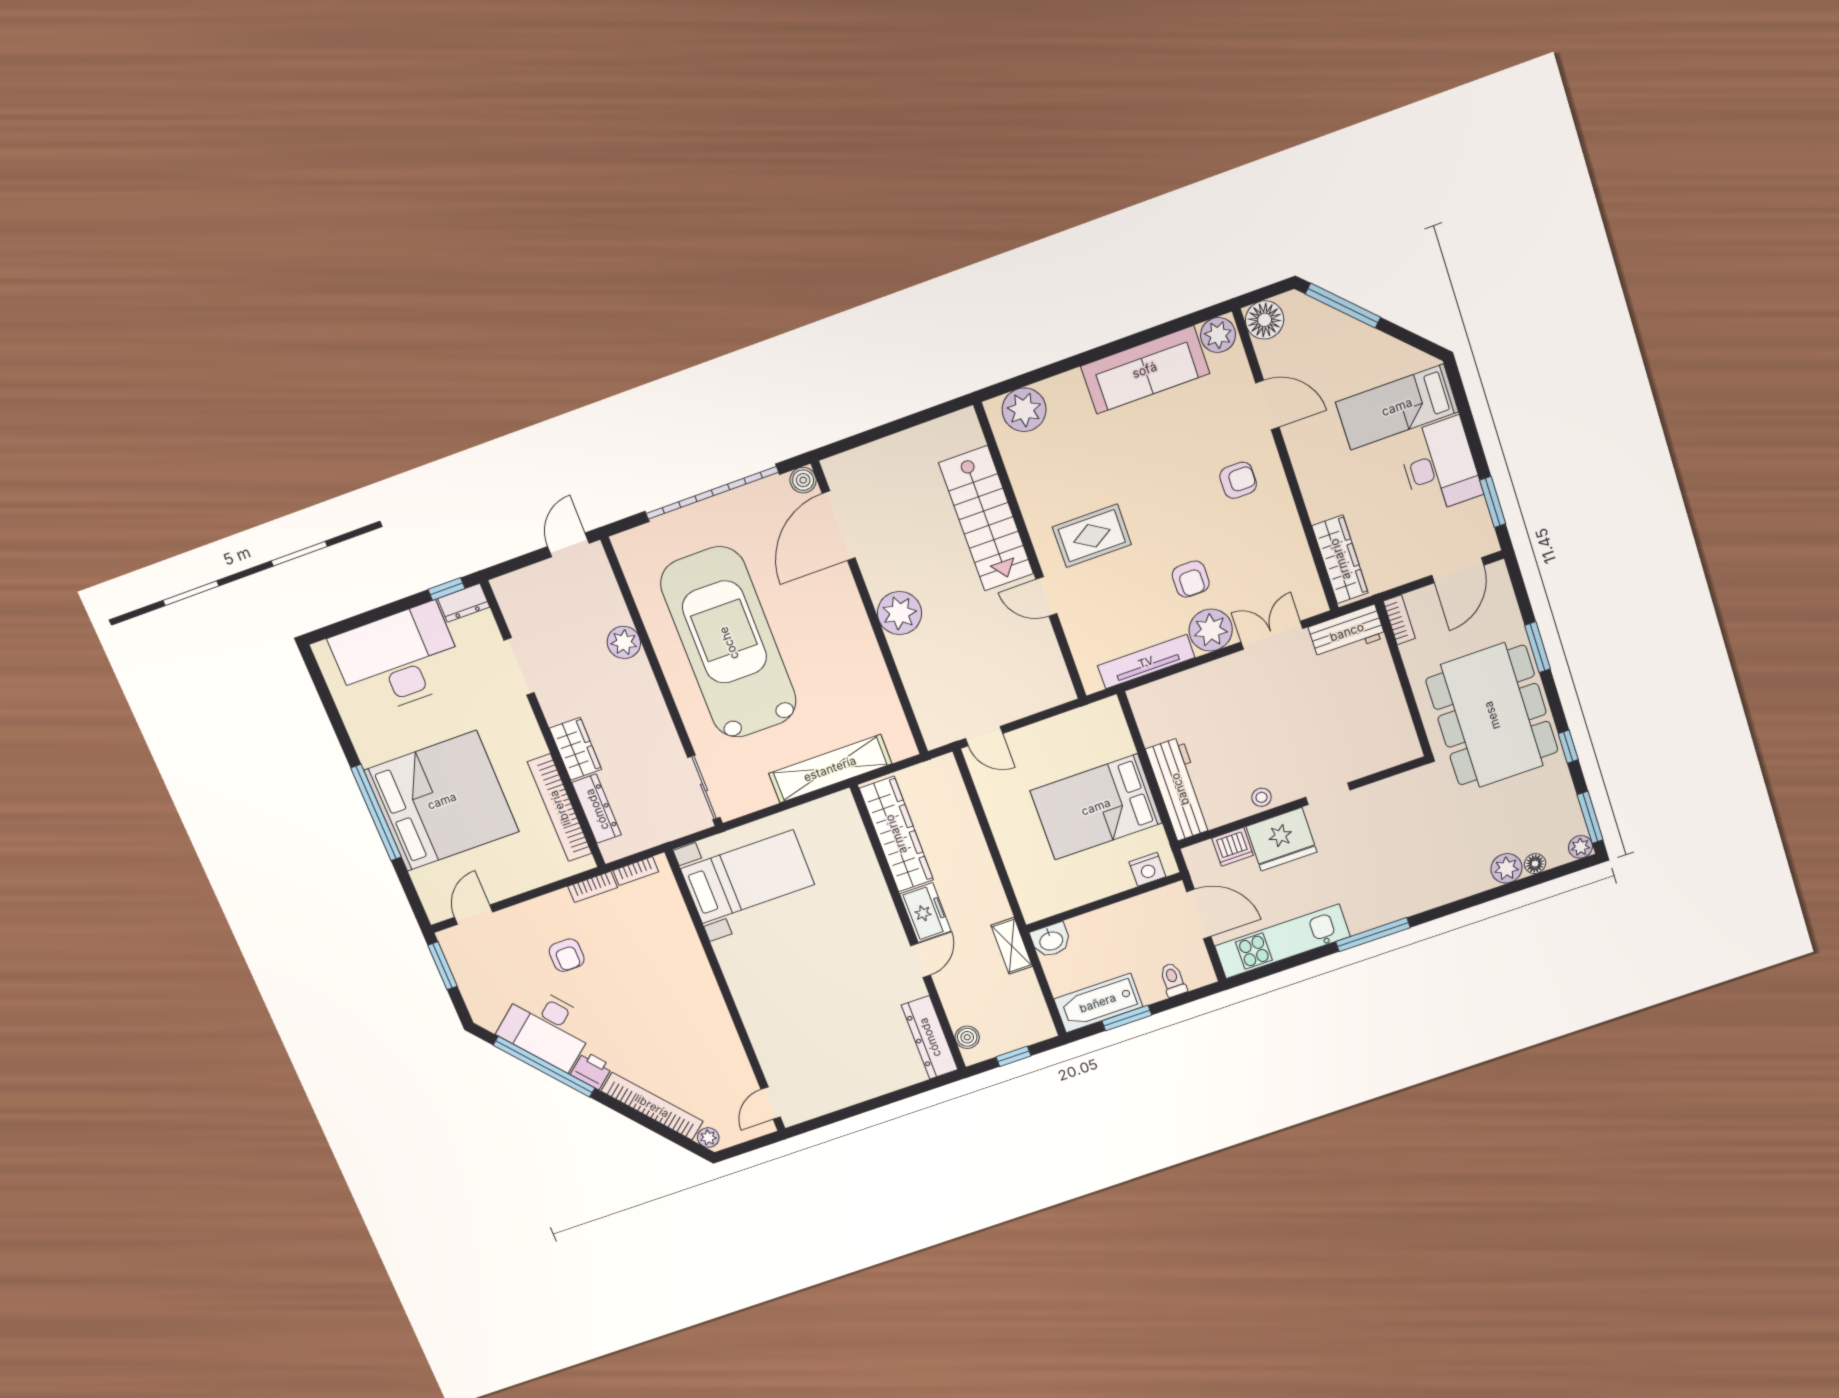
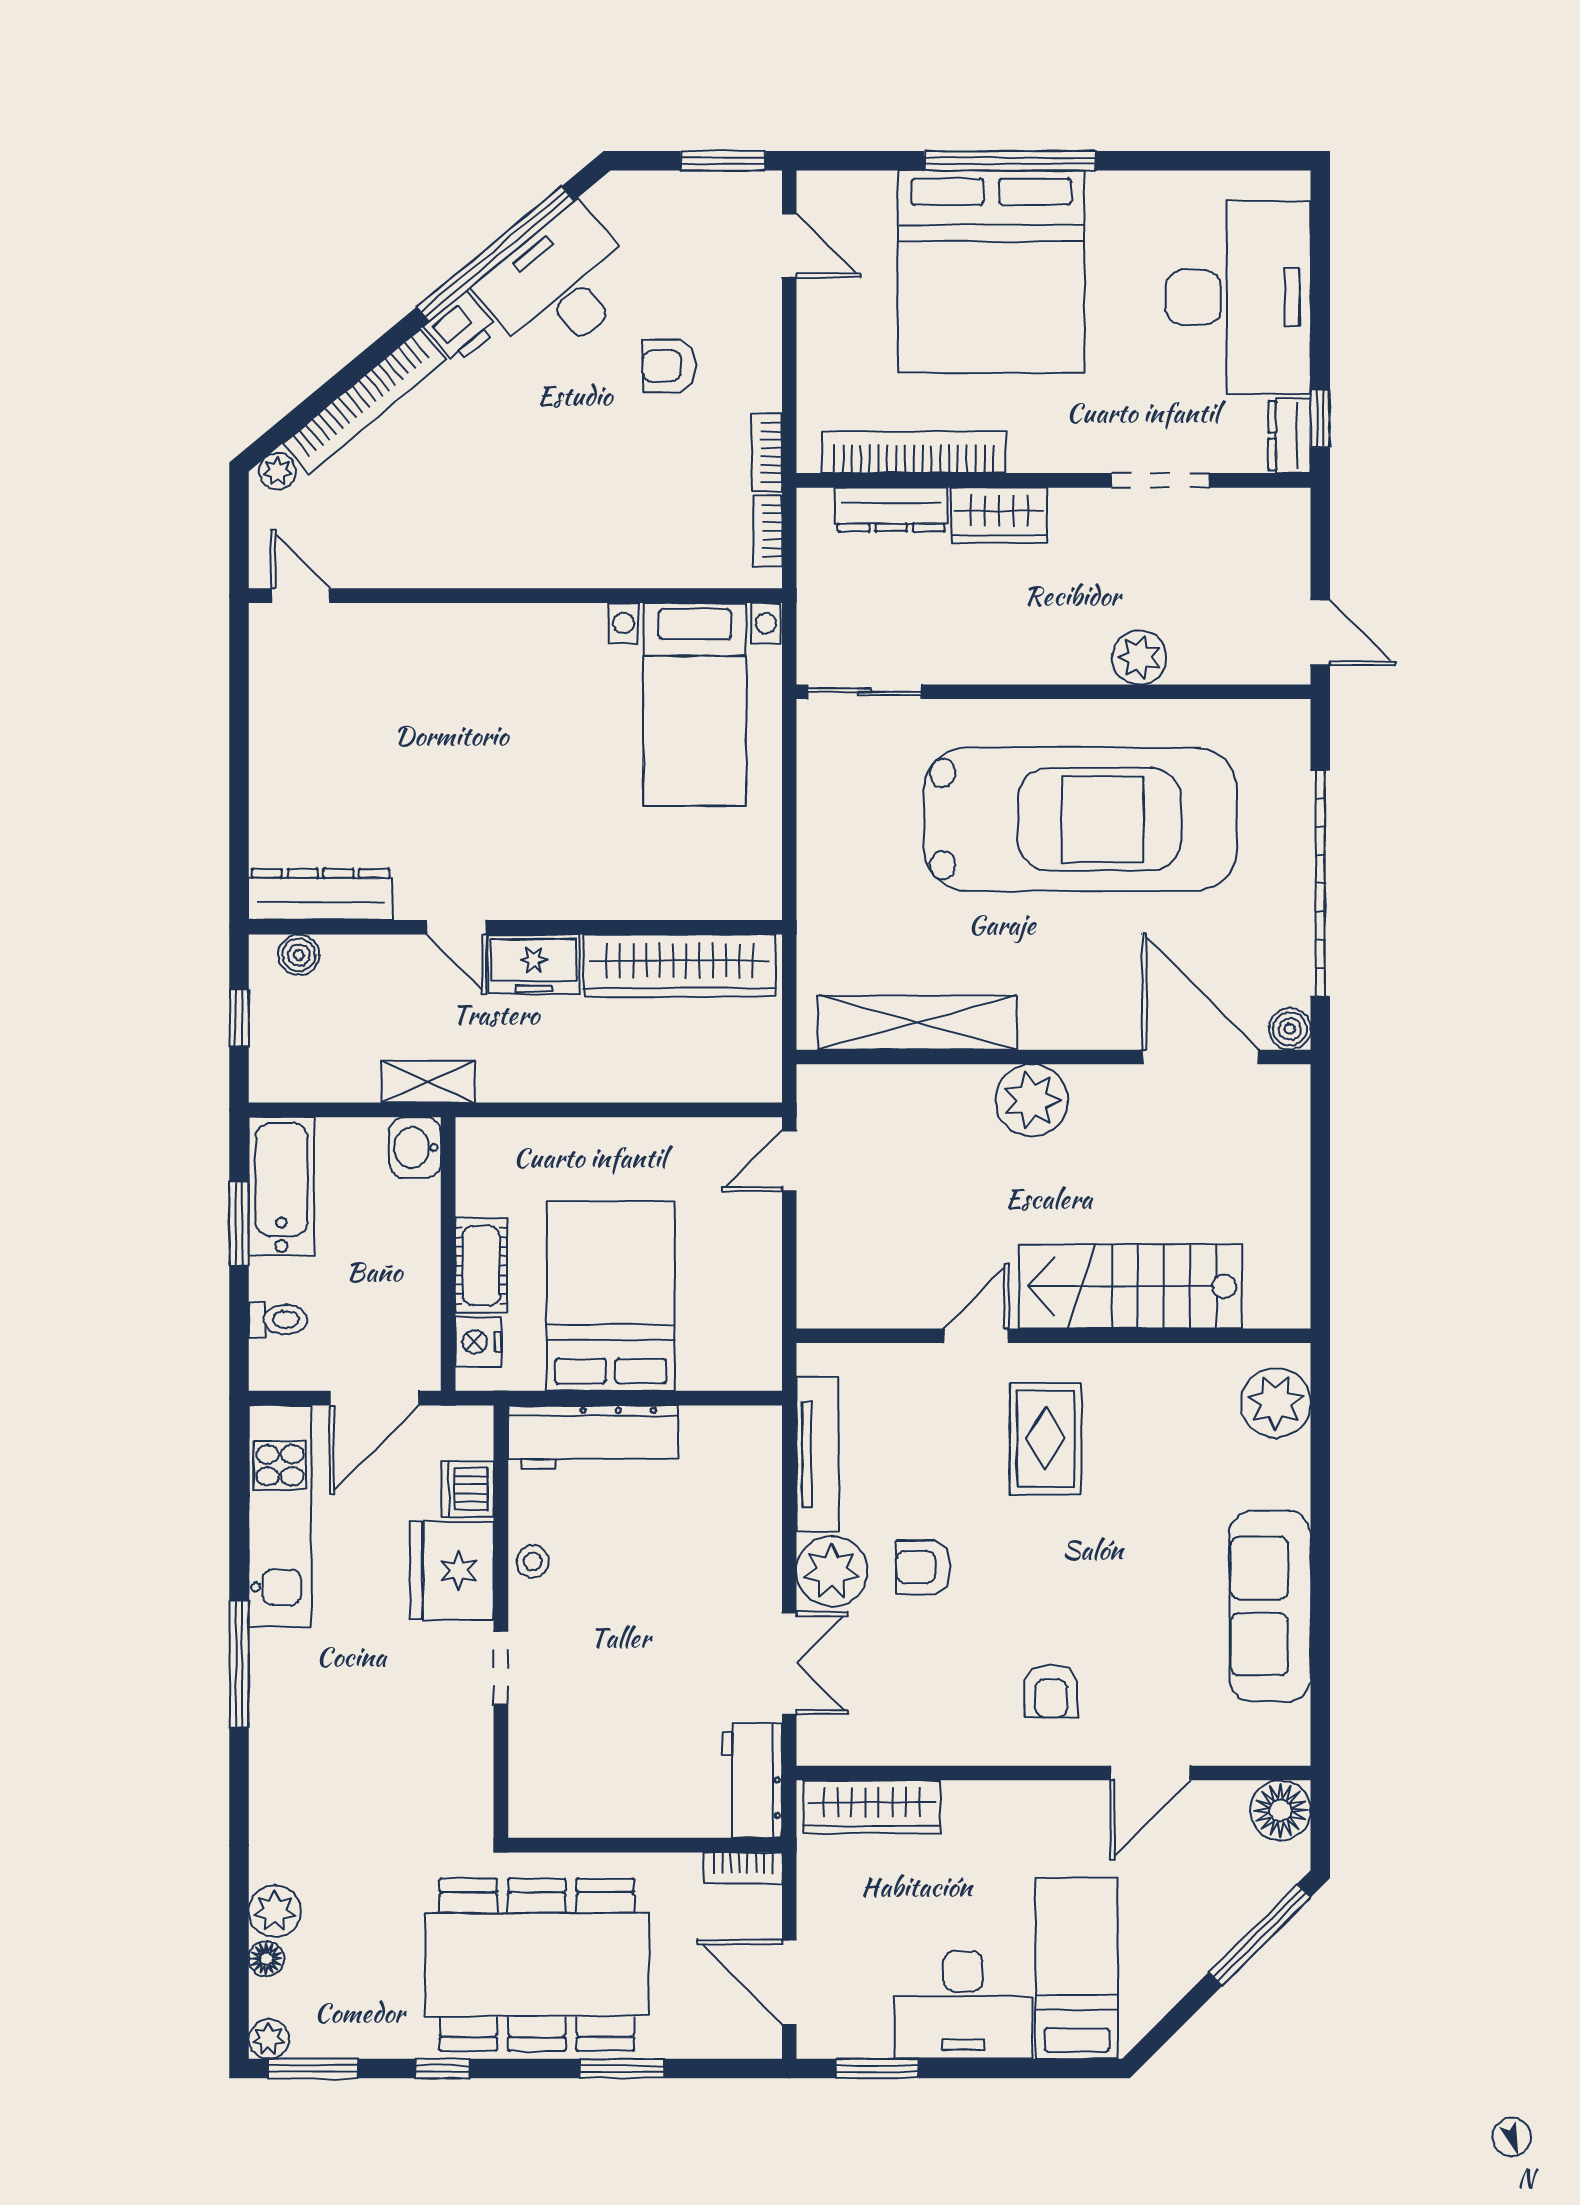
plant: (1218, 335) -> (1283, 1733), removed
shelving: (830, 769) -> (917, 1023), moved, turned 90
cot: (1104, 883) -> (481, 1266), added

